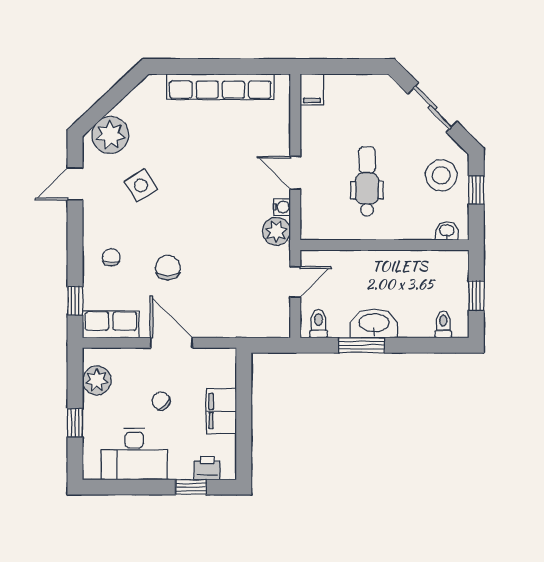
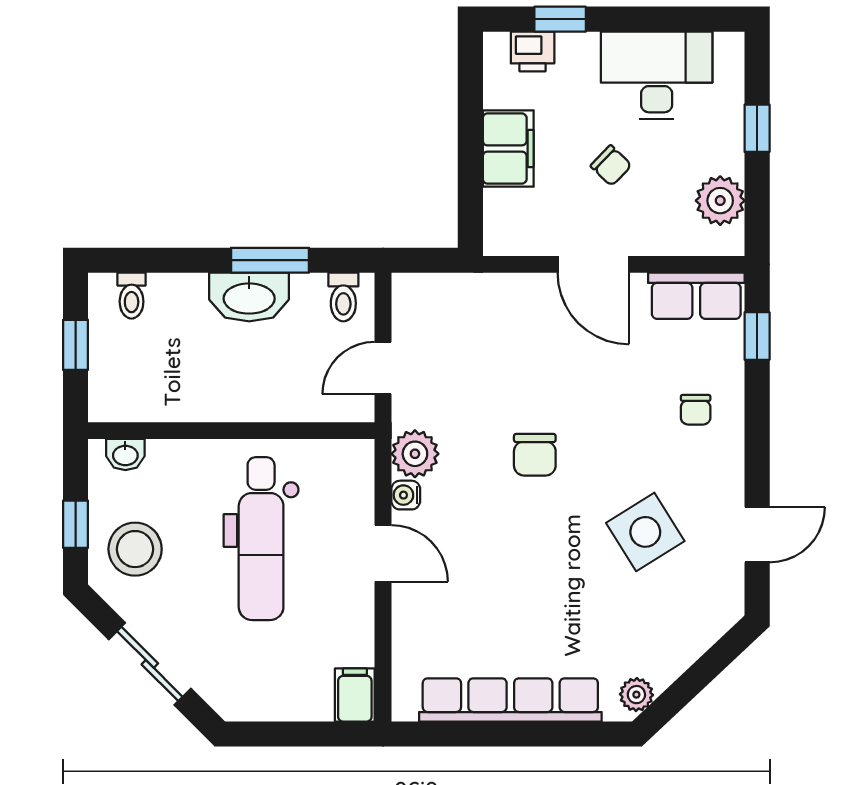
plant: (110, 135) -> (636, 695), moved, width x0.53, depth x0.53
dental chair: (367, 181) -> (261, 539), width x1.36, depth x1.38
side table: (141, 185) -> (645, 532), width x1.37, depth x1.37
chair: (168, 268) -> (535, 455), moved

